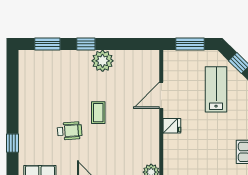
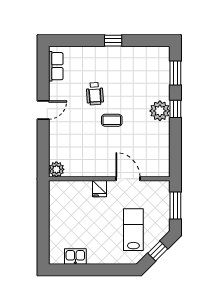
plant: (103, 61) -> (160, 111), moved
lab bench: (216, 89) -> (133, 230), turned -90
window: (12, 143) -> (113, 41), moved

